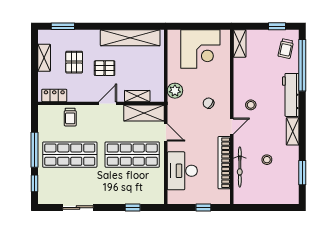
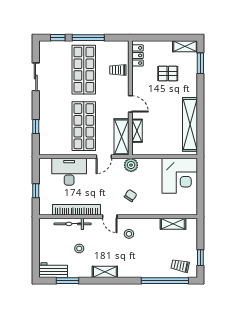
shelving: (240, 43) -> (173, 224), moved
corner desk: (200, 49) -> (180, 176), moved, turned -90
shelving: (44, 58) -> (185, 46), moved
pallet: (105, 68) -> (162, 101), removed
plant: (175, 91) -> (131, 165), moved
workbench: (291, 95) -> (53, 270), moved, width x0.73

